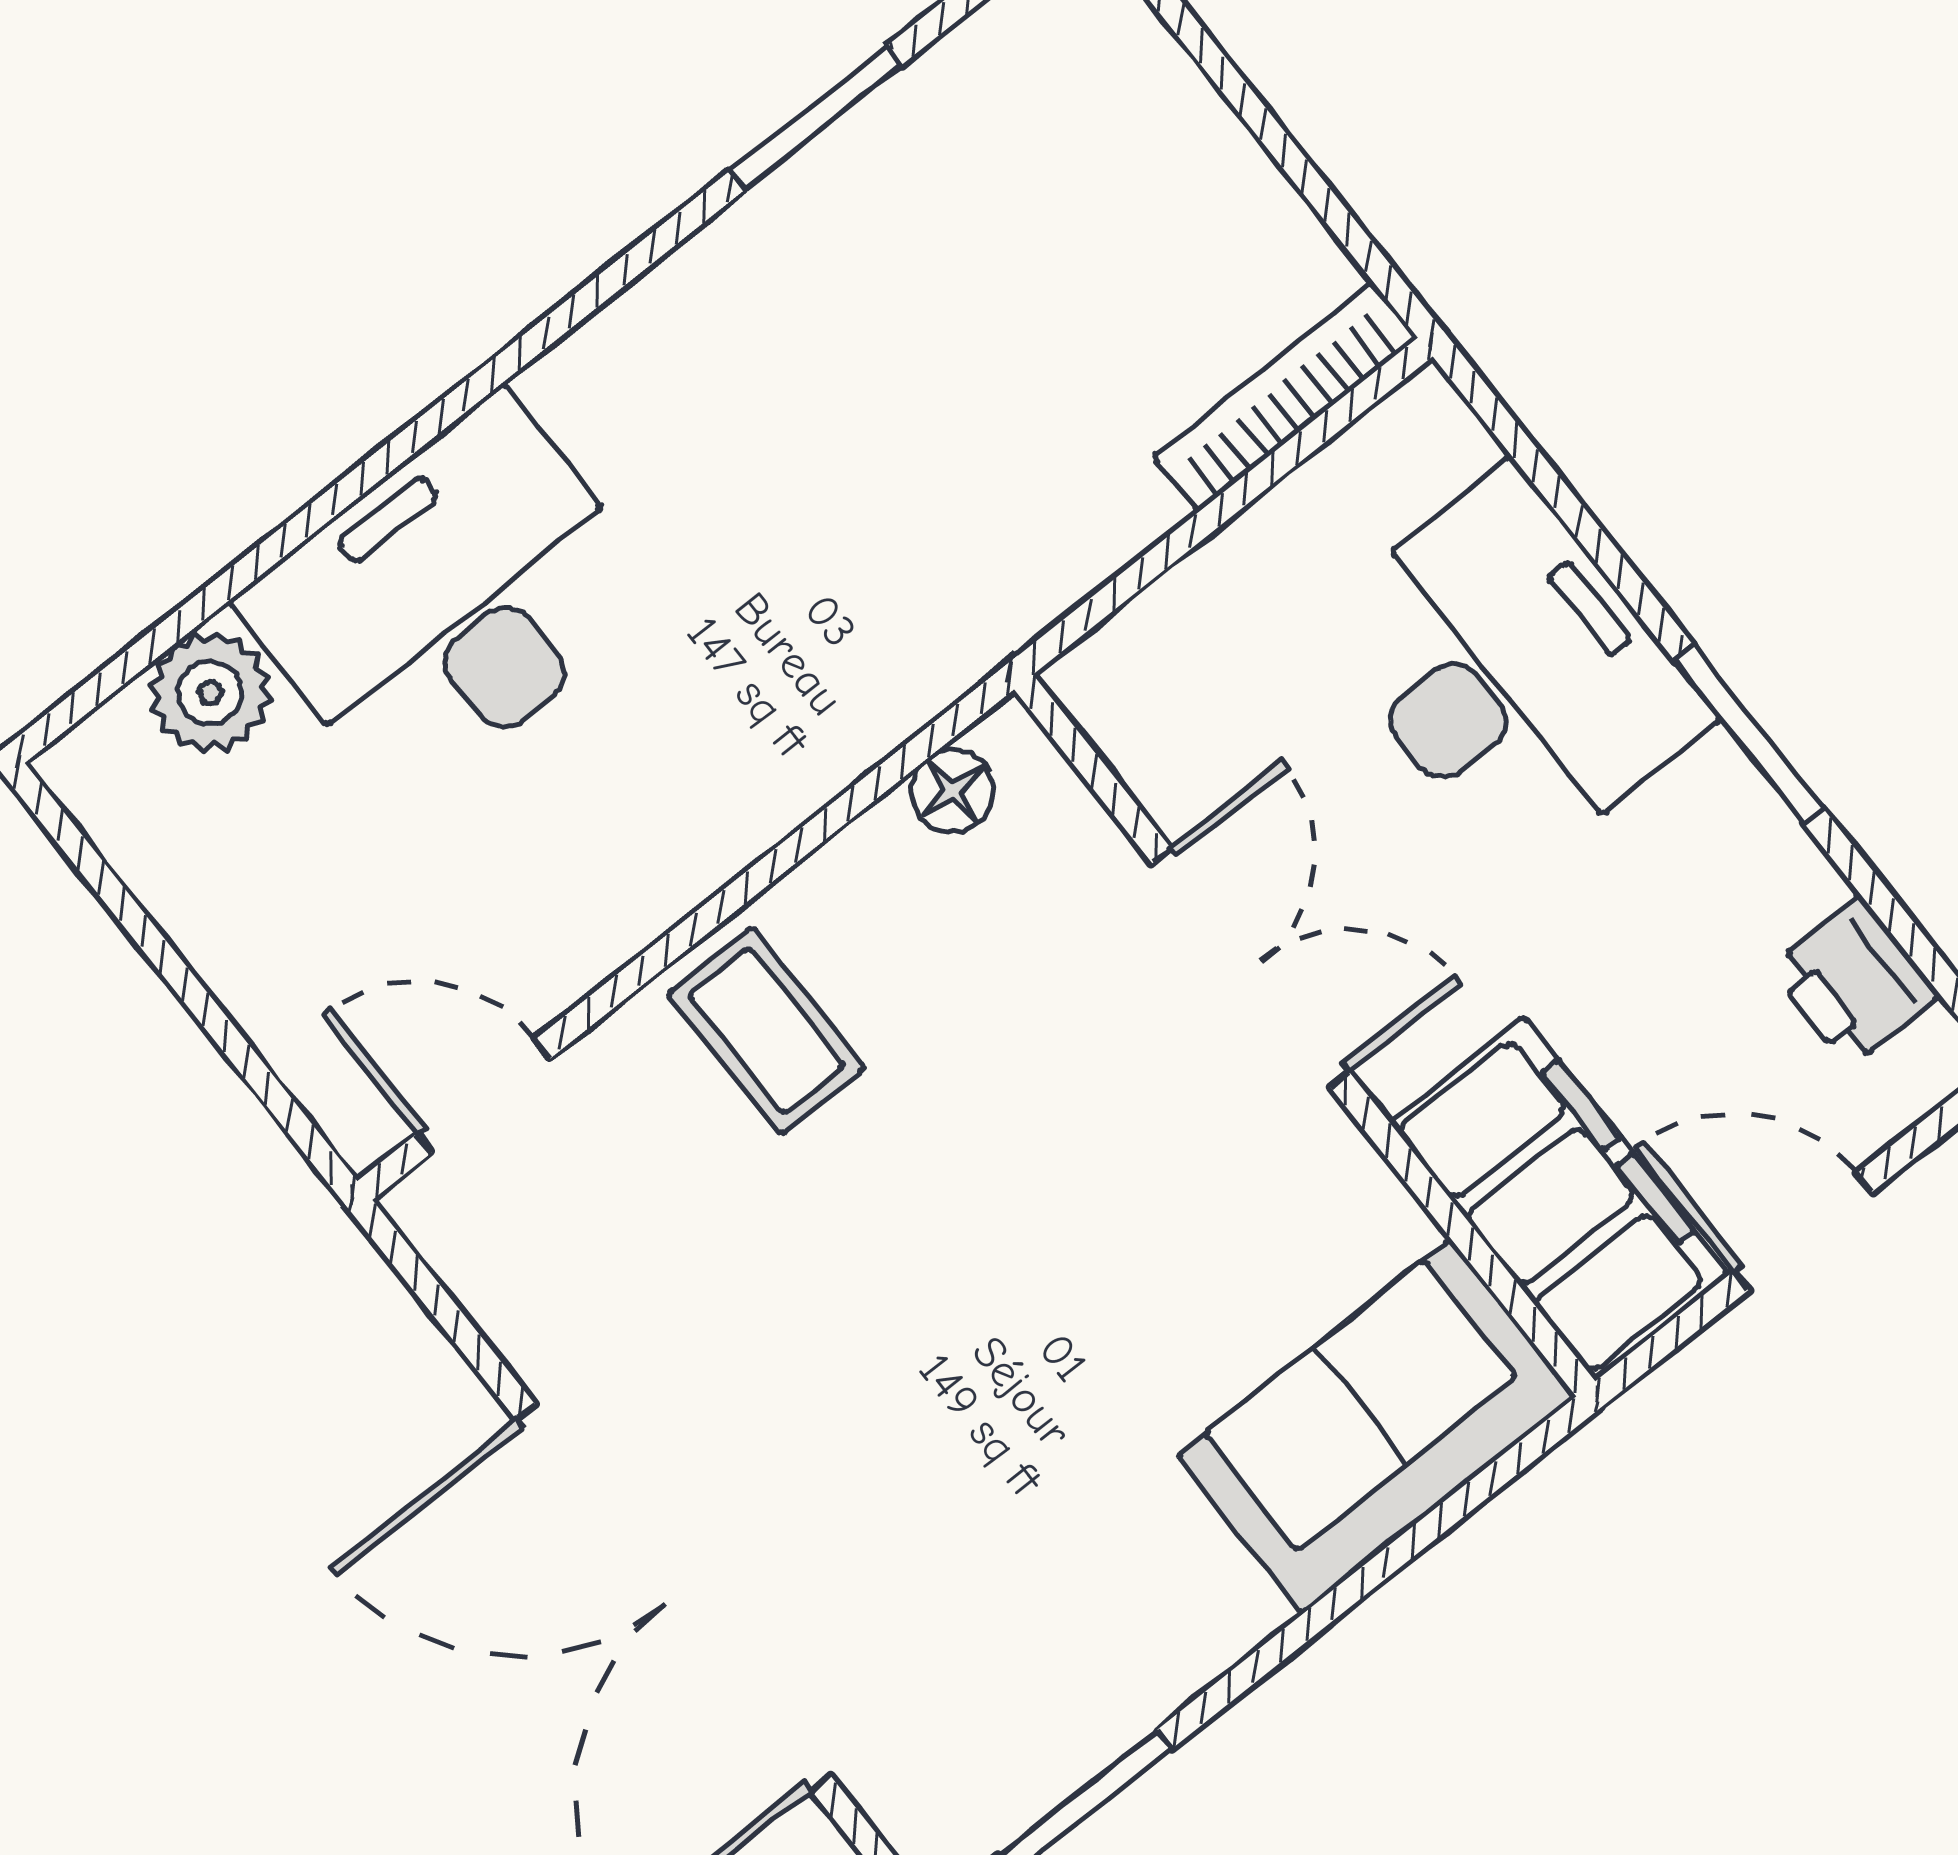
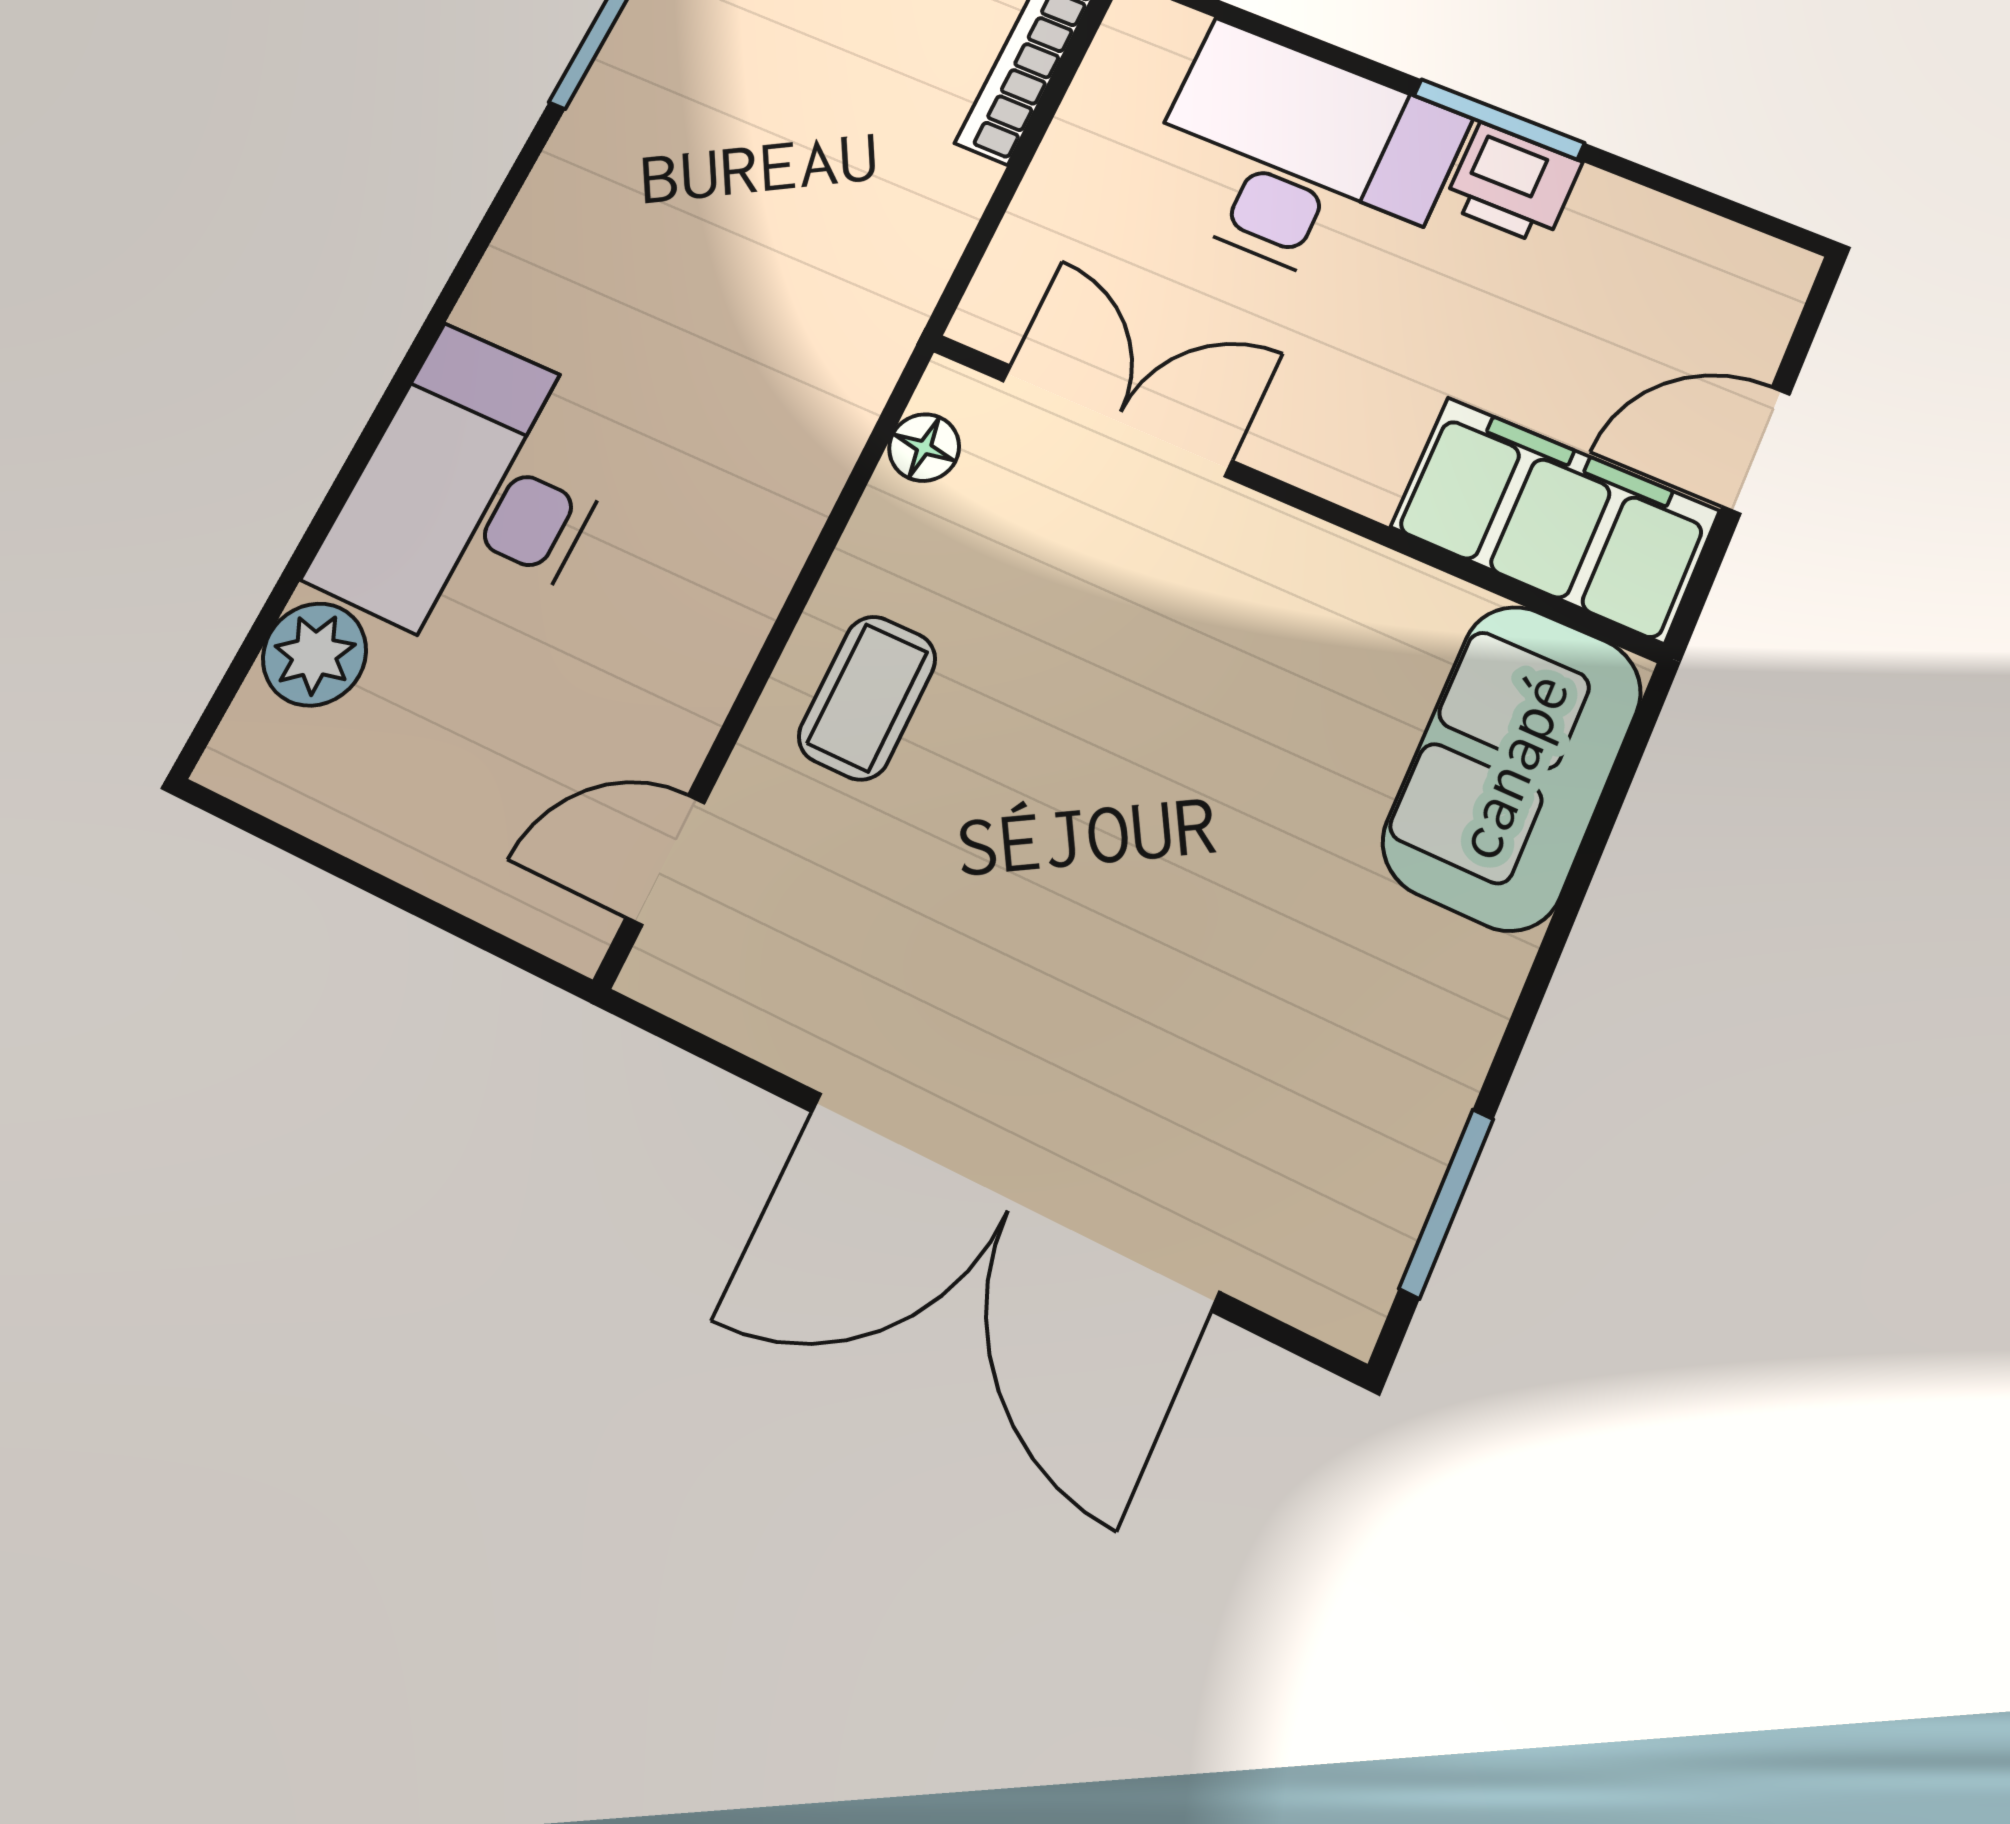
double door: (1251, 968) -> (1117, 421), moved
printer: (1854, 981) -> (1513, 183), moved
coffee table: (766, 1031) -> (867, 698), turned 90

